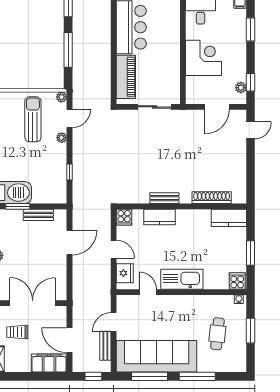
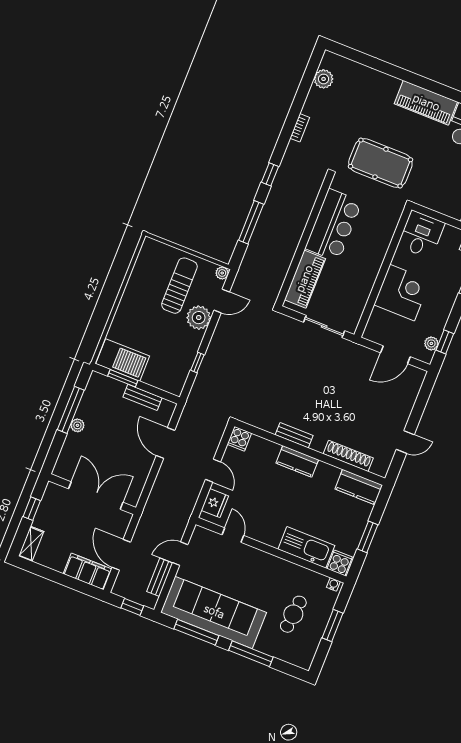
door: (251, 130) -> (405, 442), moved
plant: (62, 138) -> (199, 318), width x1.87, depth x1.87
kitchen counter: (160, 217) -> (297, 461), moved
door: (70, 243) -> (166, 443), swing flipped
kitchen sink: (182, 279) -> (306, 547), moved
trolley: (17, 332) -> (65, 522), removed

